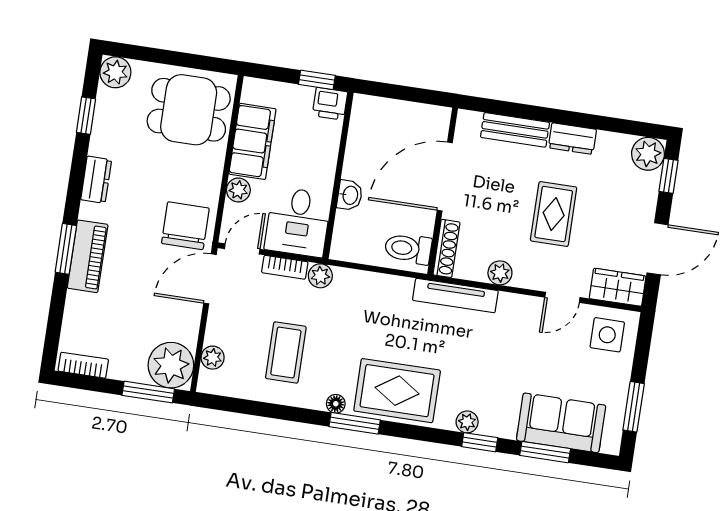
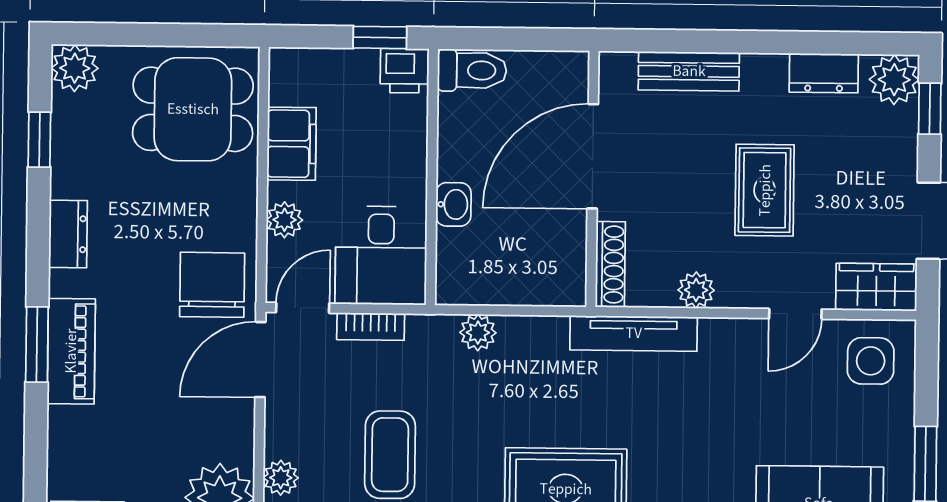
dresser: (572, 139) -> (824, 73), moved
filing cabinet: (252, 141) -> (292, 144), width x0.67, depth x0.86
toilet: (408, 249) -> (472, 70), moved, turned 180
plant: (320, 276) -> (478, 333), moved

